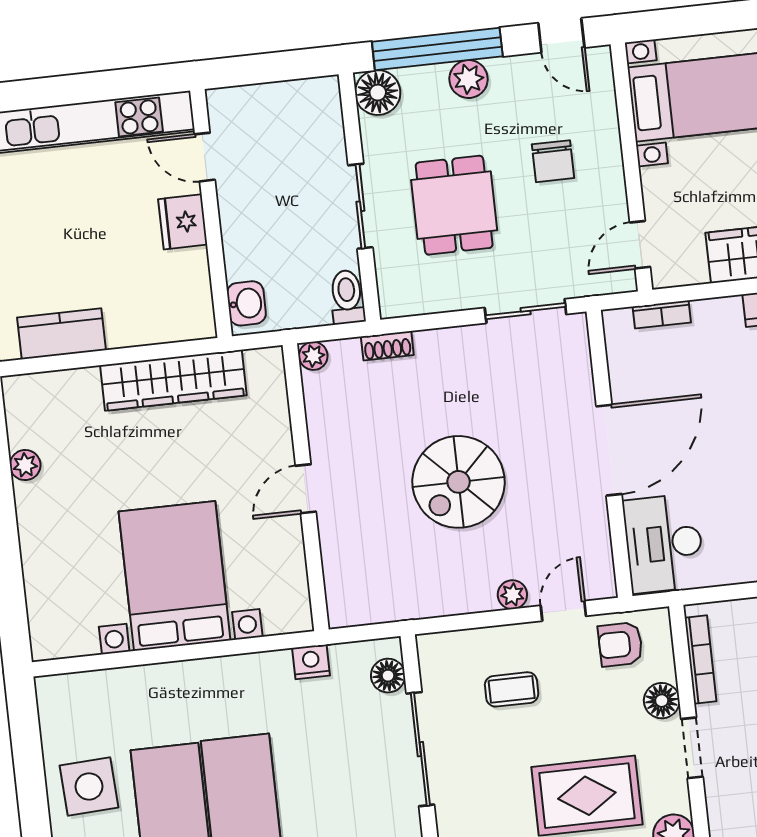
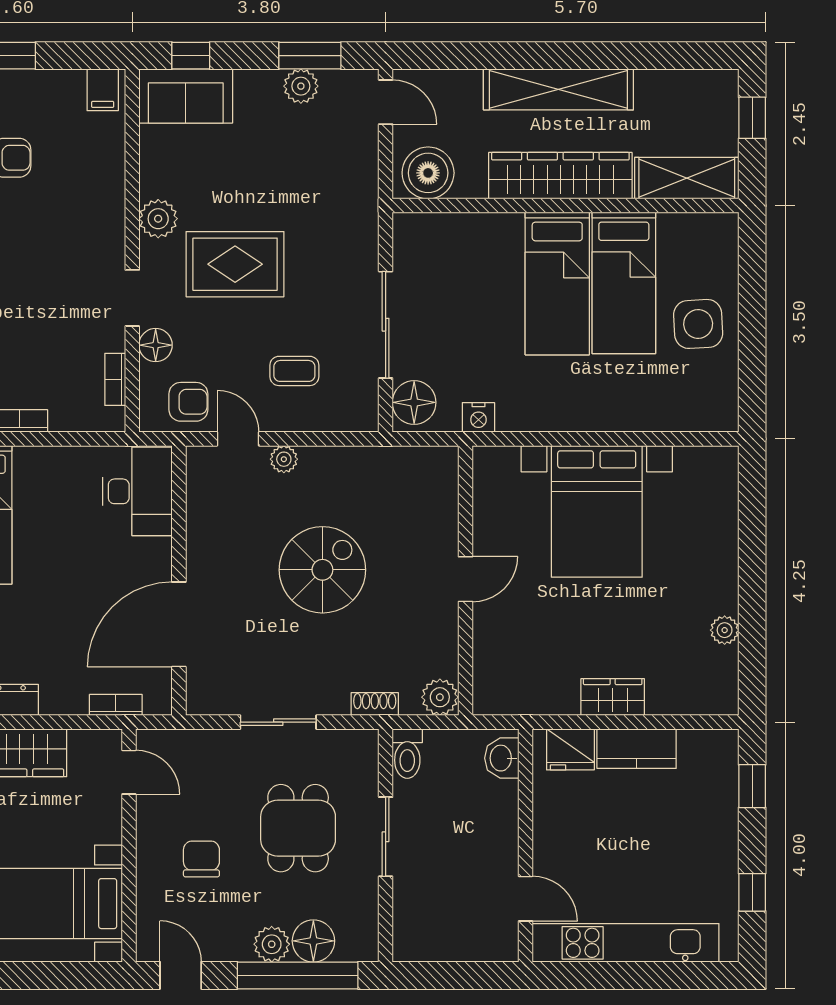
floor lamp: (378, 93) -> (313, 941), moved
fridge: (183, 222) -> (570, 749), moved, turned 90
door: (640, 245) -> (129, 772), hinge flipped
sliding door: (526, 311) -> (278, 722), moved
kitchen counter: (62, 334) -> (637, 749), moved
plant: (313, 356) -> (440, 697), width x1.38, depth x1.38
wardrobe: (173, 380) -> (613, 697), width x0.48, depth x0.85
door: (609, 450) -> (179, 624), moved
door: (563, 611) -> (238, 439), swing flipped
bookcase: (701, 660) -> (115, 379), width x0.64
floor lamp: (388, 676) -> (414, 402), width x1.38, depth x1.38

